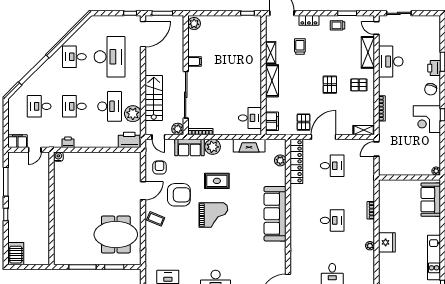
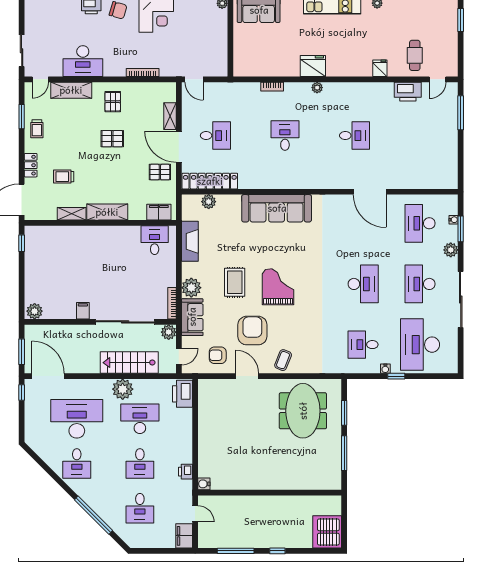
plant: (133, 114) -> (123, 389), moved
shelving: (364, 130) -> (170, 116), moved
desk: (332, 166) -> (215, 136), turned 90
server rack: (16, 254) -> (327, 532), width x1.60

